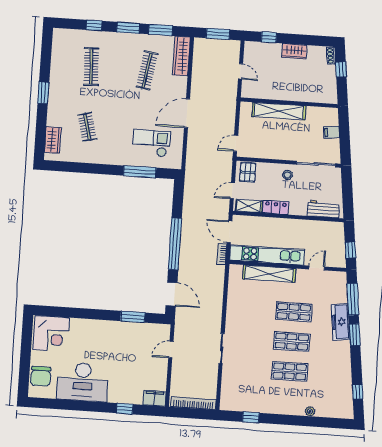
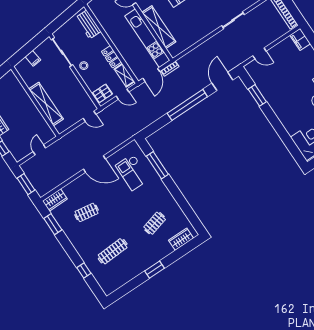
window: (128, 28) -> (68, 247), removed
wardrobe: (181, 56) -> (55, 200), width x0.67
clothes rail: (147, 70) -> (87, 212), width x0.73

